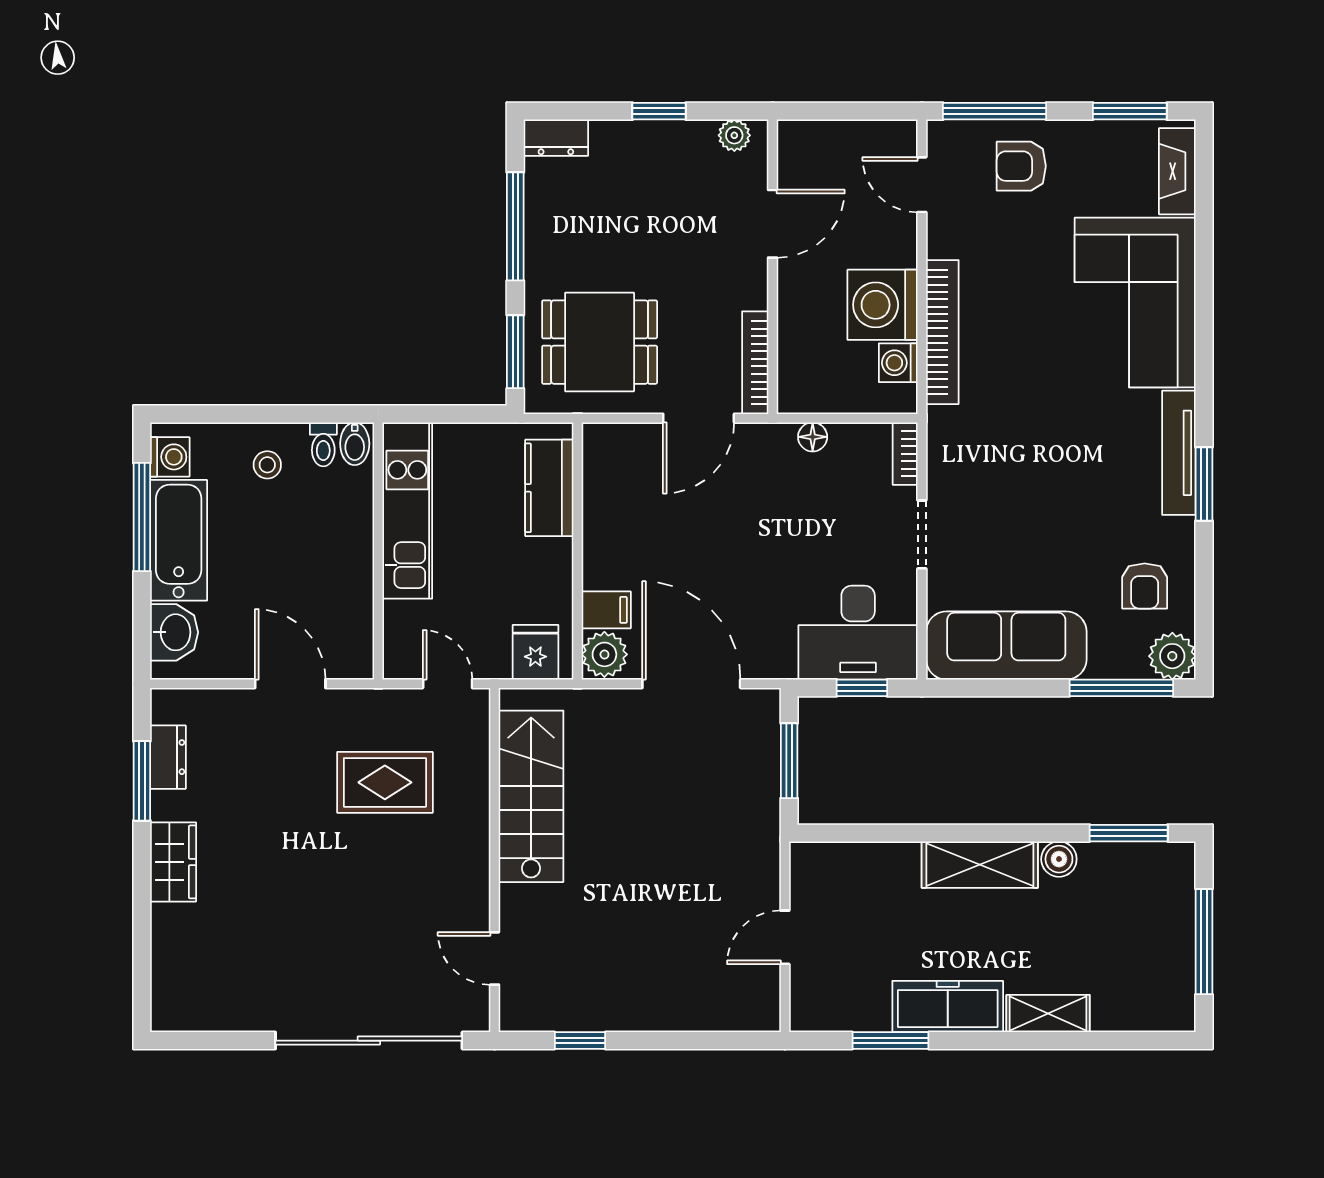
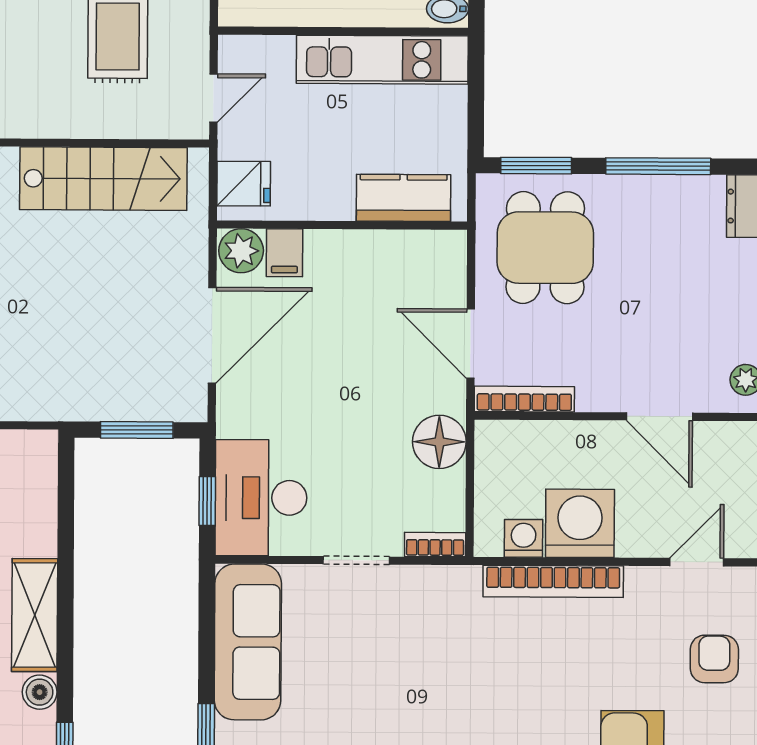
floor lamp: (813, 437) -> (439, 442), width x1.89, depth x1.89

